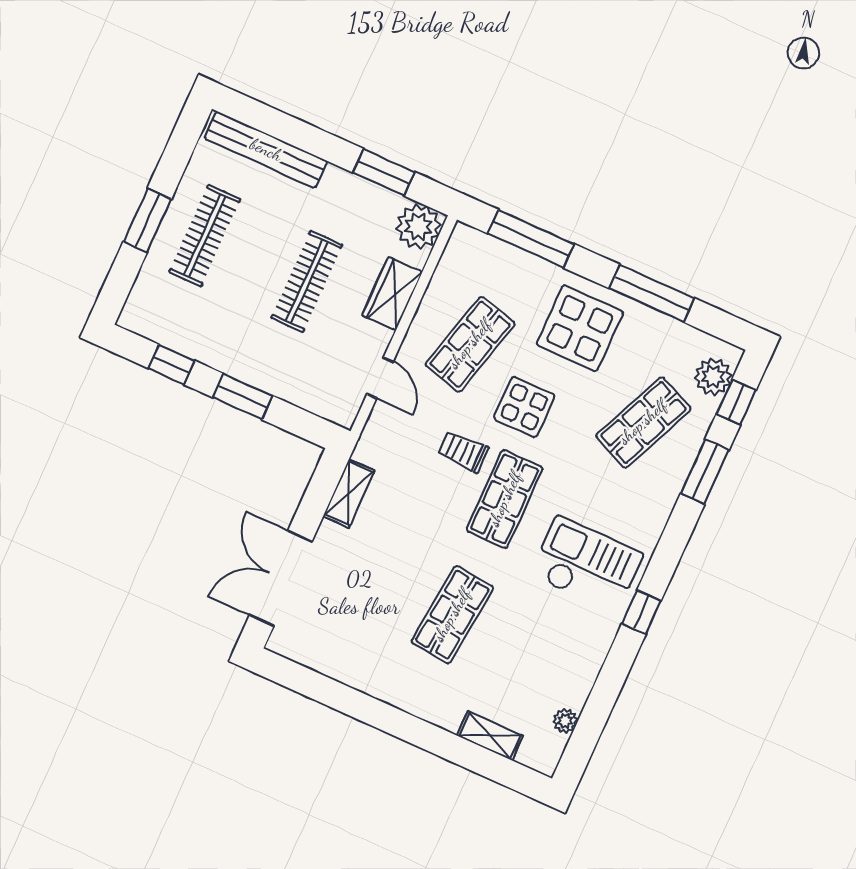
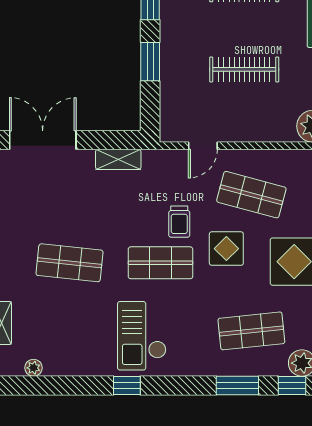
wardrobe: (392, 294) -> (262, 129), removed
shop shelf: (643, 422) -> (251, 331), turned -30
trolley: (463, 451) -> (179, 222), turned 180
checkout: (587, 565) -> (142, 336), turned 180

